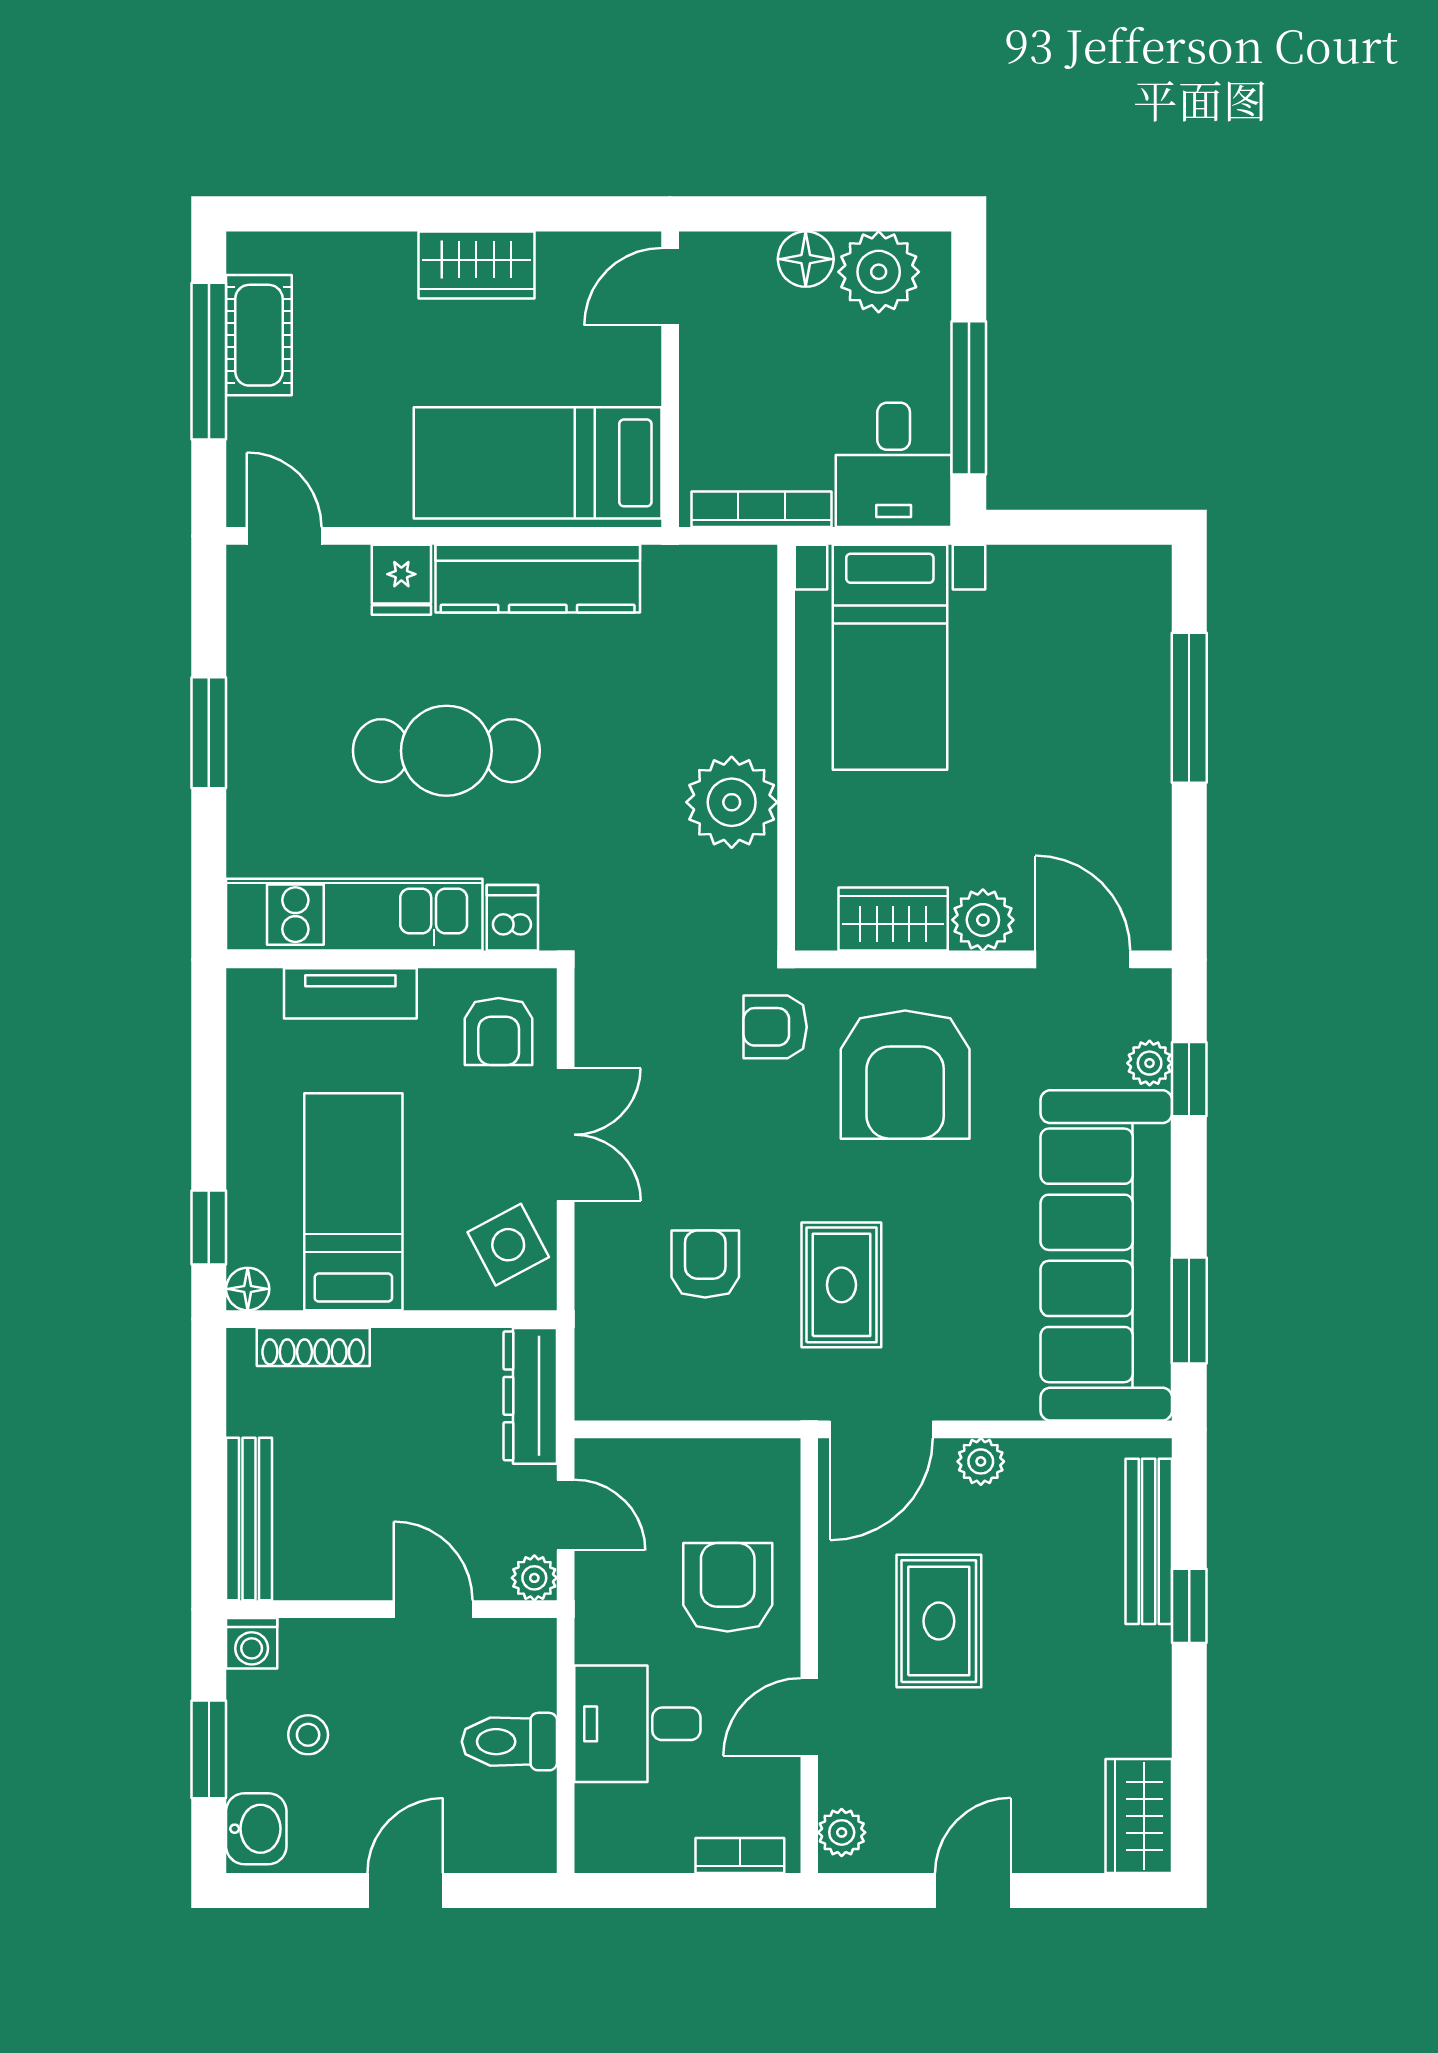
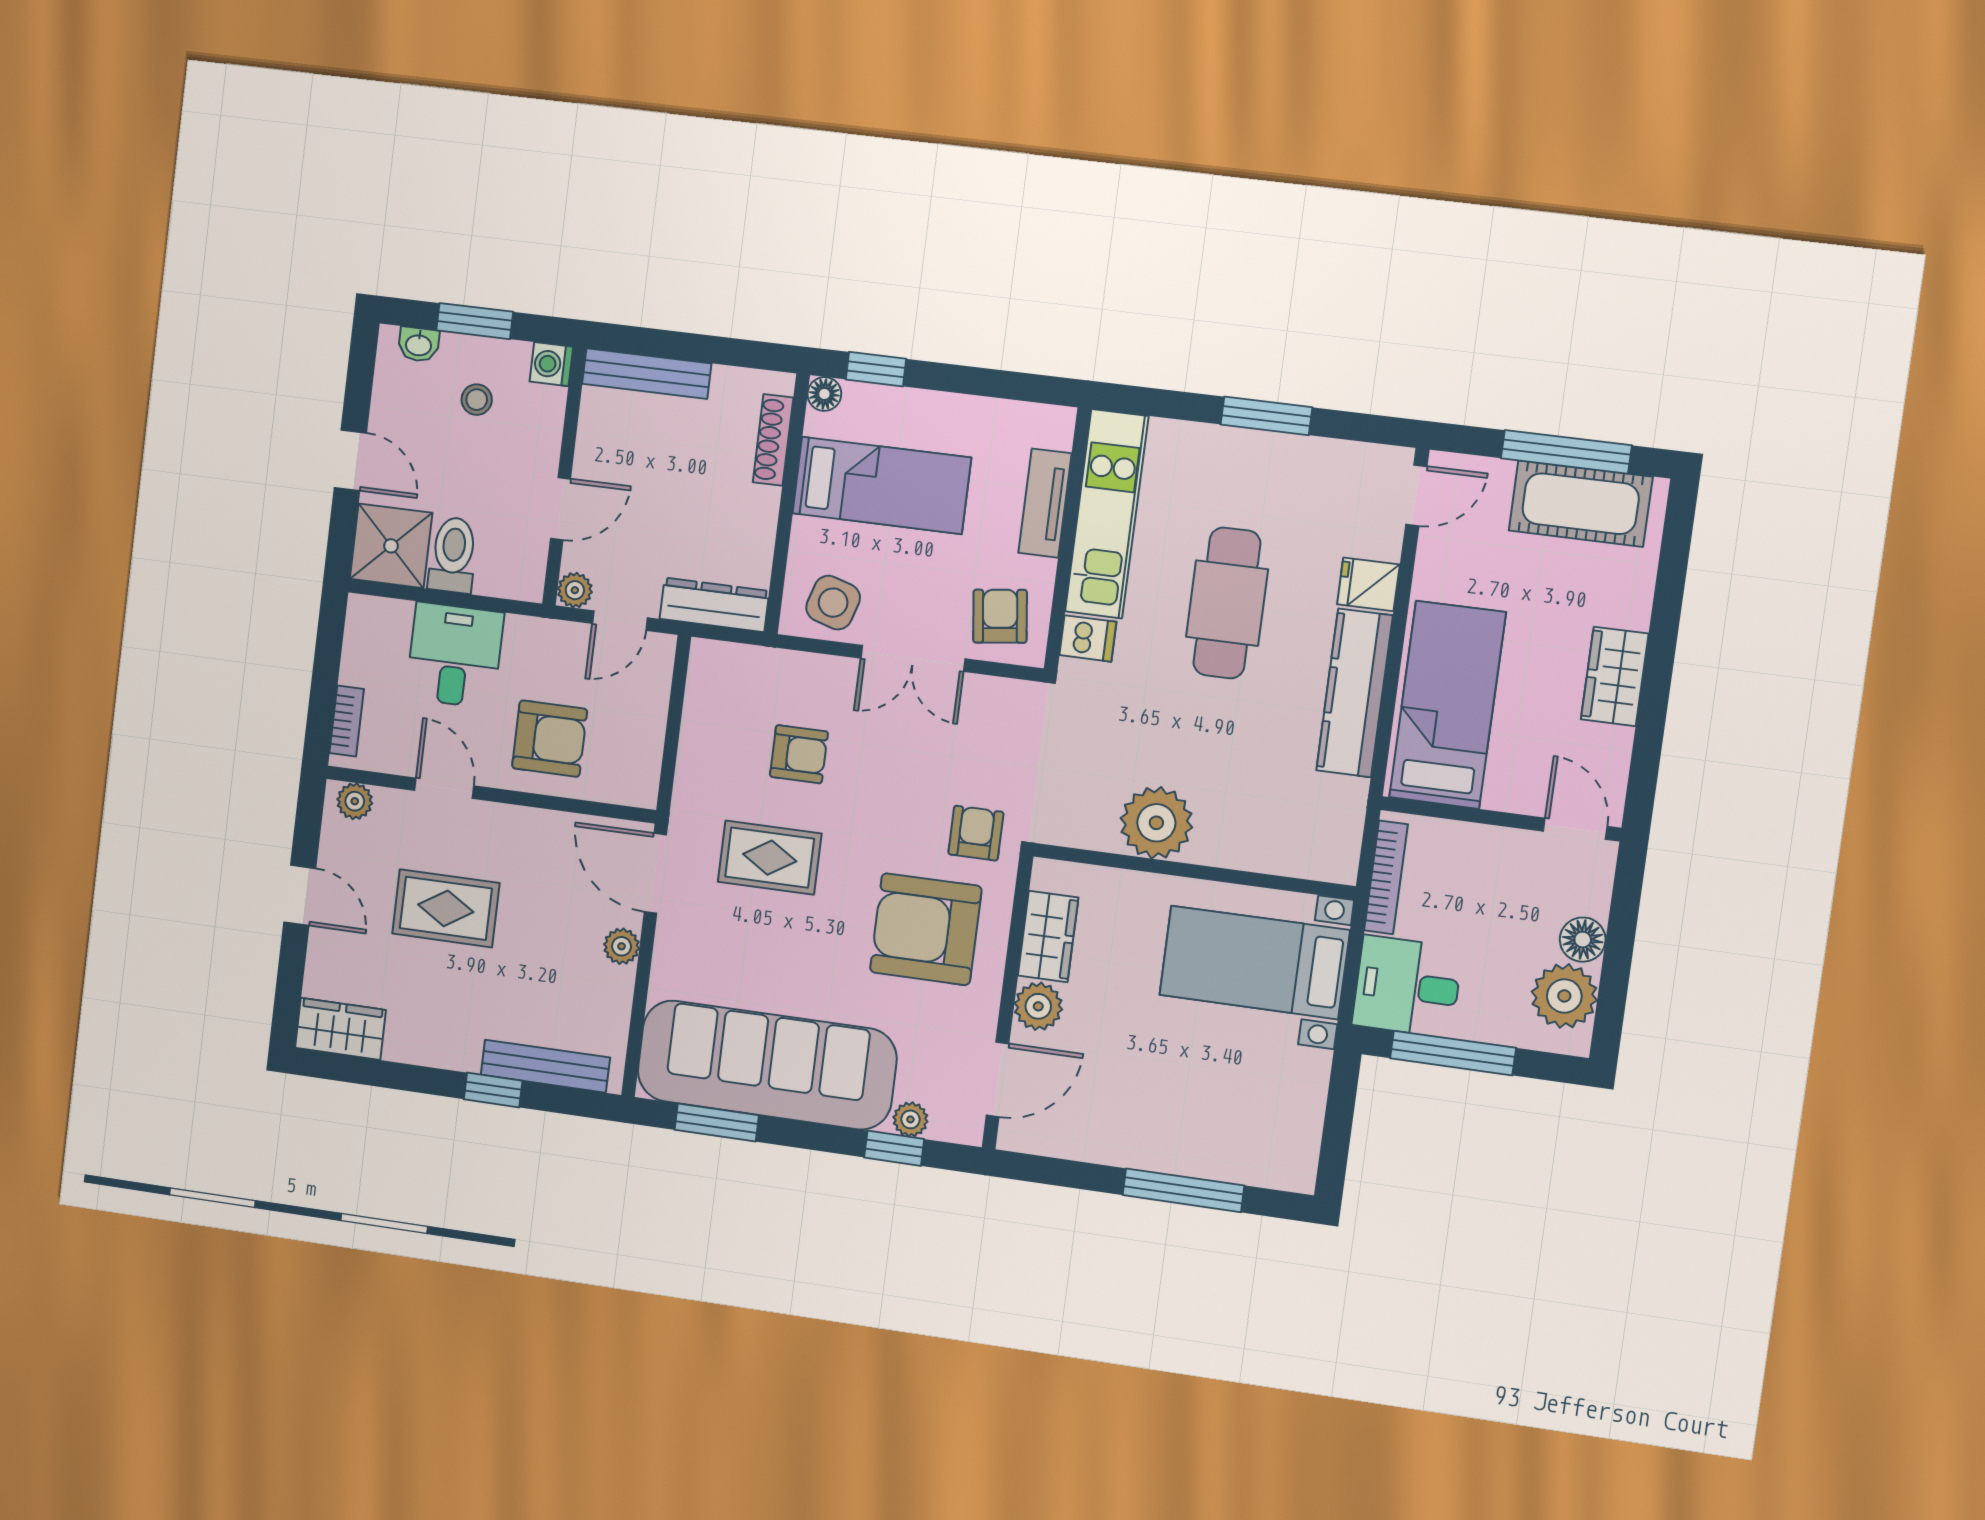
cot: (259, 335) -> (1581, 504), width x1.37, depth x1.34
armchair: (499, 1032) -> (1000, 616), turned 83
side table: (508, 1245) -> (833, 603), turned 45
rug: (939, 1621) -> (446, 908), moved
shower: (508, 1824) -> (391, 546), added
washbasin: (256, 1829) -> (419, 344), width x0.72, depth x0.69

